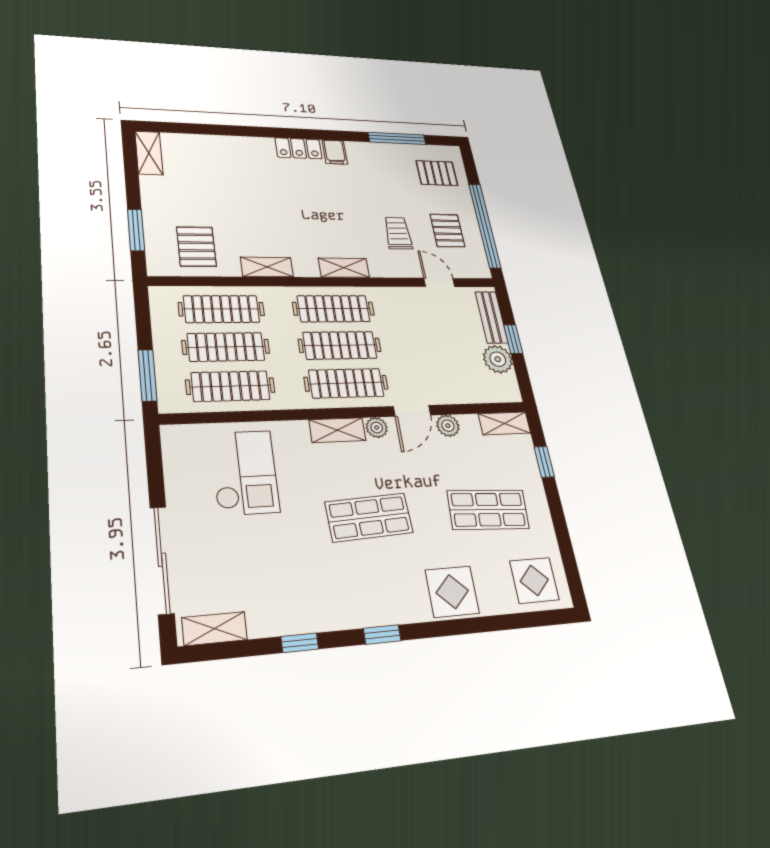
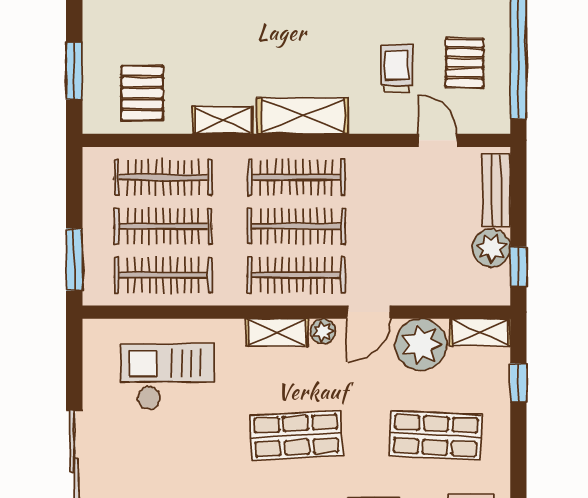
shelving: (344, 268) -> (303, 116), width x1.50, depth x1.33
window: (513, 339) -> (518, 267), moved
plant: (448, 426) -> (421, 344), width x1.88, depth x1.88
checkout: (245, 472) -> (168, 377), turned -90

